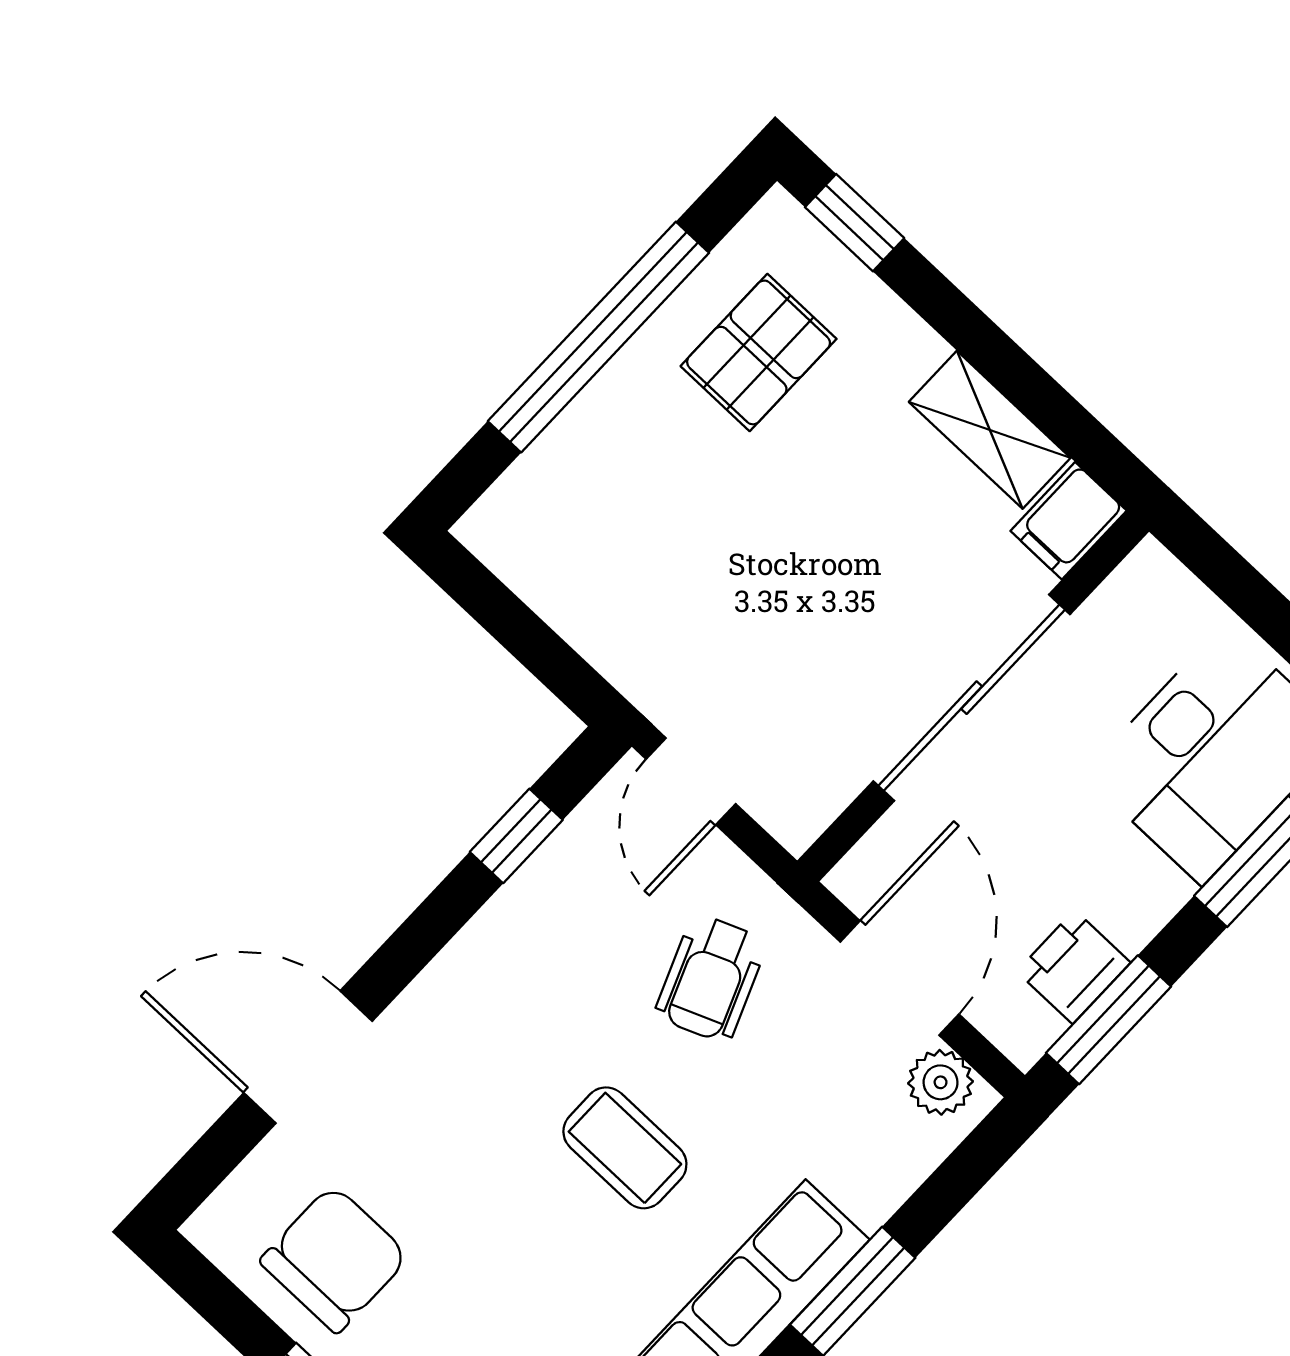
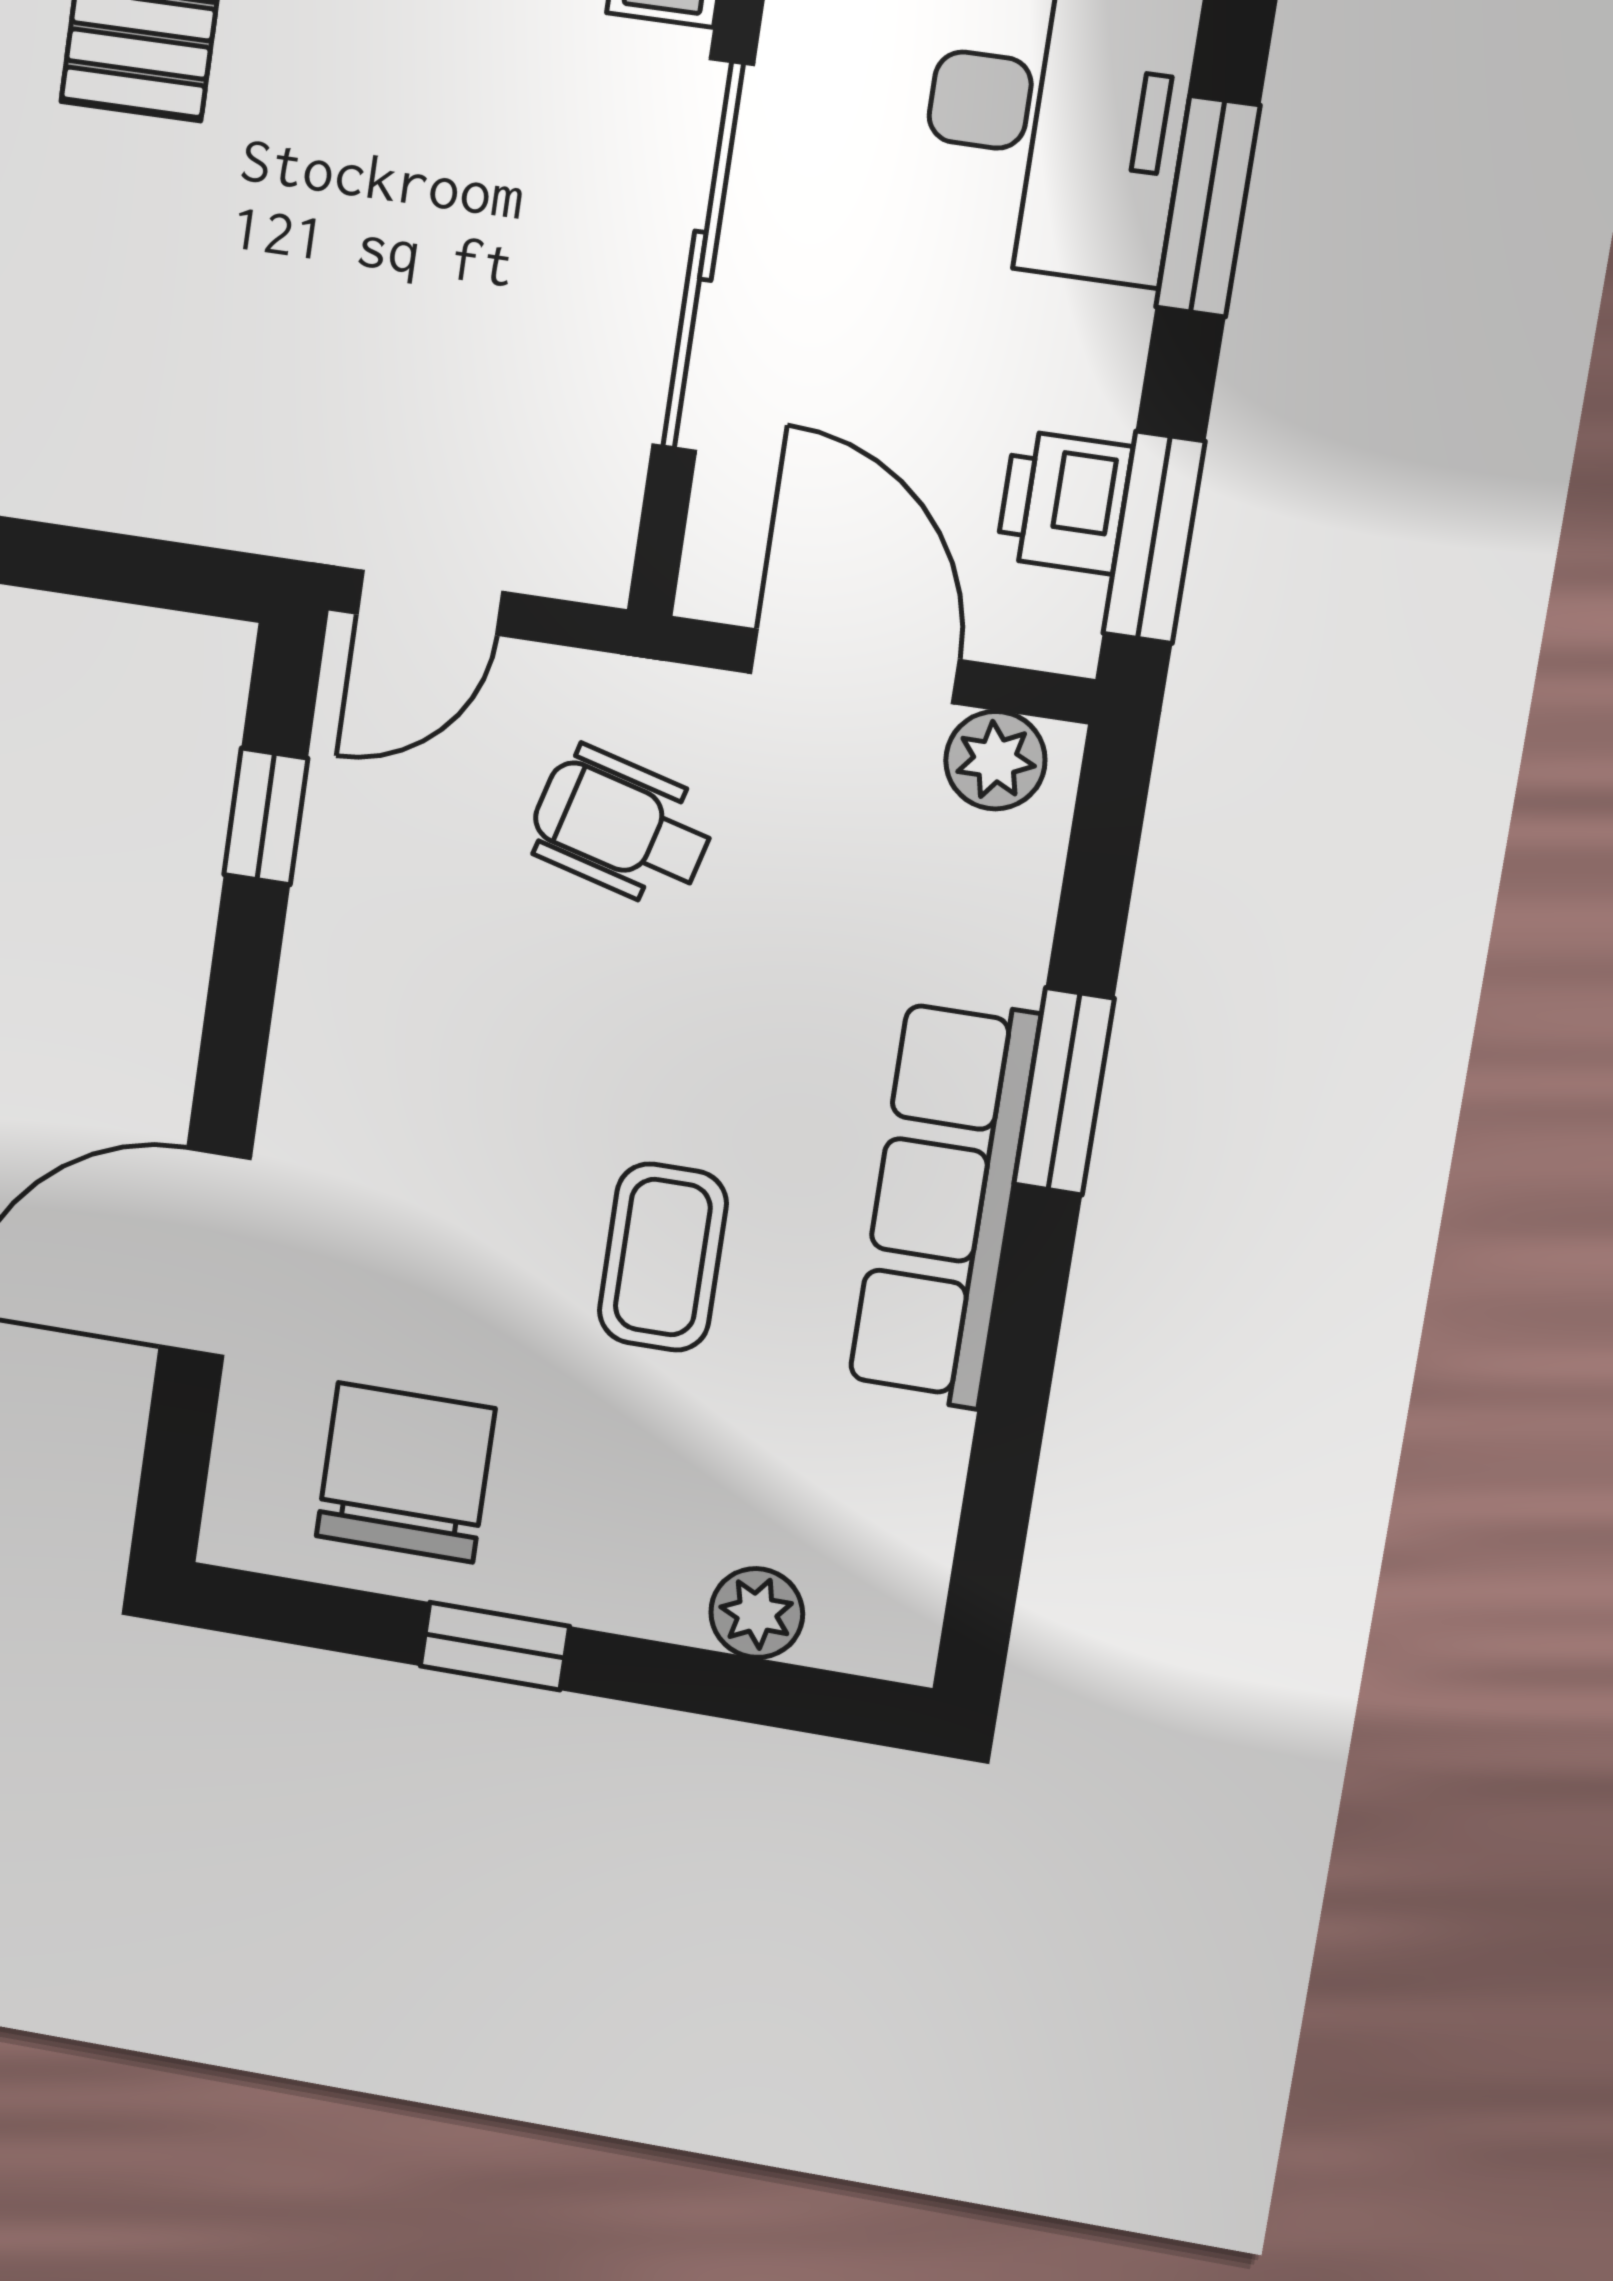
door: (691, 781) -> (430, 603), hinge flipped
wheelchair: (711, 978) -> (622, 827), turned 127
coffee table: (625, 1148) -> (663, 1257), moved, turned 90

